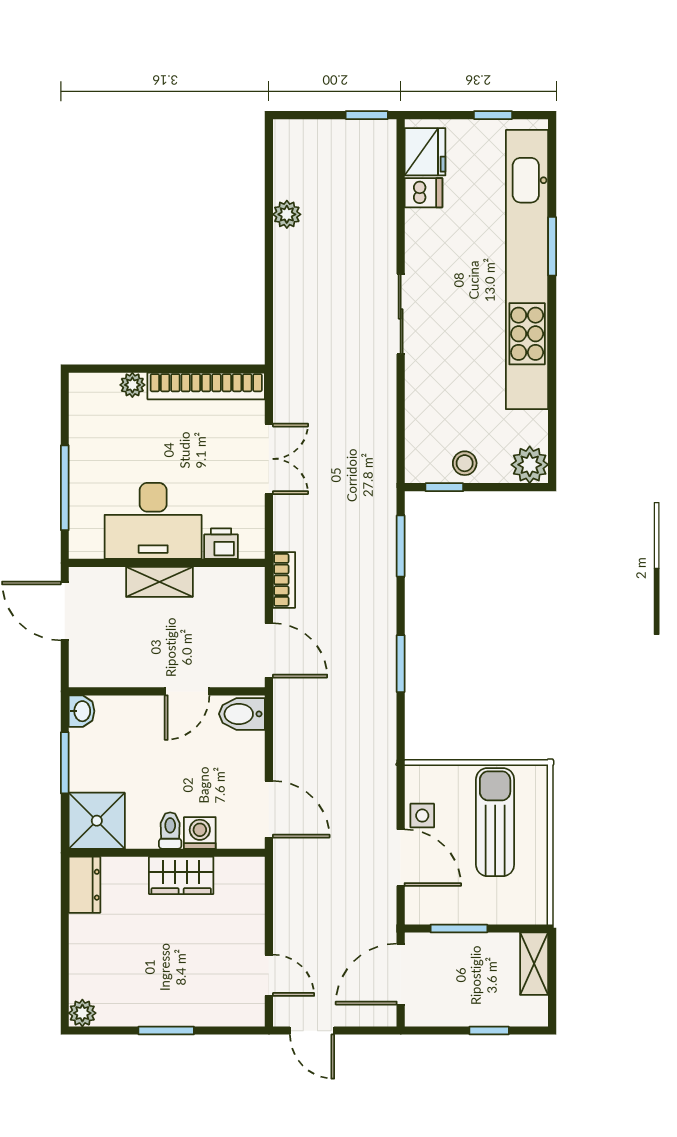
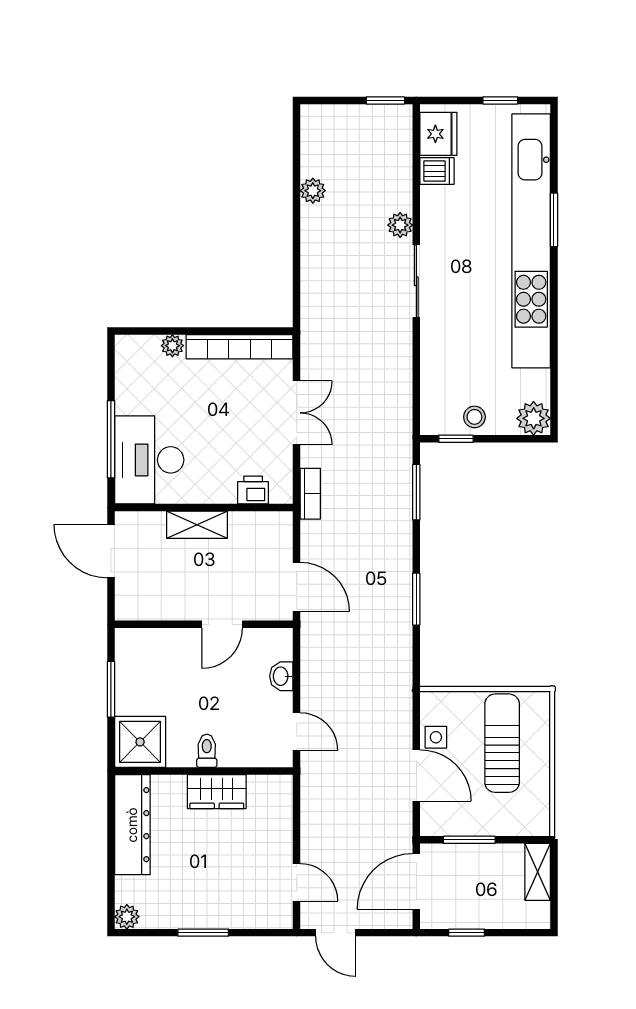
plant: (383, 252) -> (400, 225), added
desk: (153, 521) -> (149, 460), moved, turned 90
bookcase: (284, 580) -> (310, 494), moved
washbasin: (82, 711) -> (281, 676), moved, turned 180
bidet: (242, 714) -> (272, 645), removed
door: (269, 809) -> (297, 731), width x0.73
washing machine: (200, 833) -> (234, 753), removed
dresser: (84, 885) -> (132, 825), width x1.96, depth x1.24
window: (489, 1031) -> (467, 933), moved

